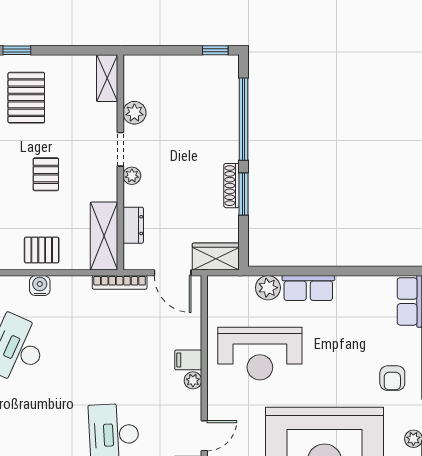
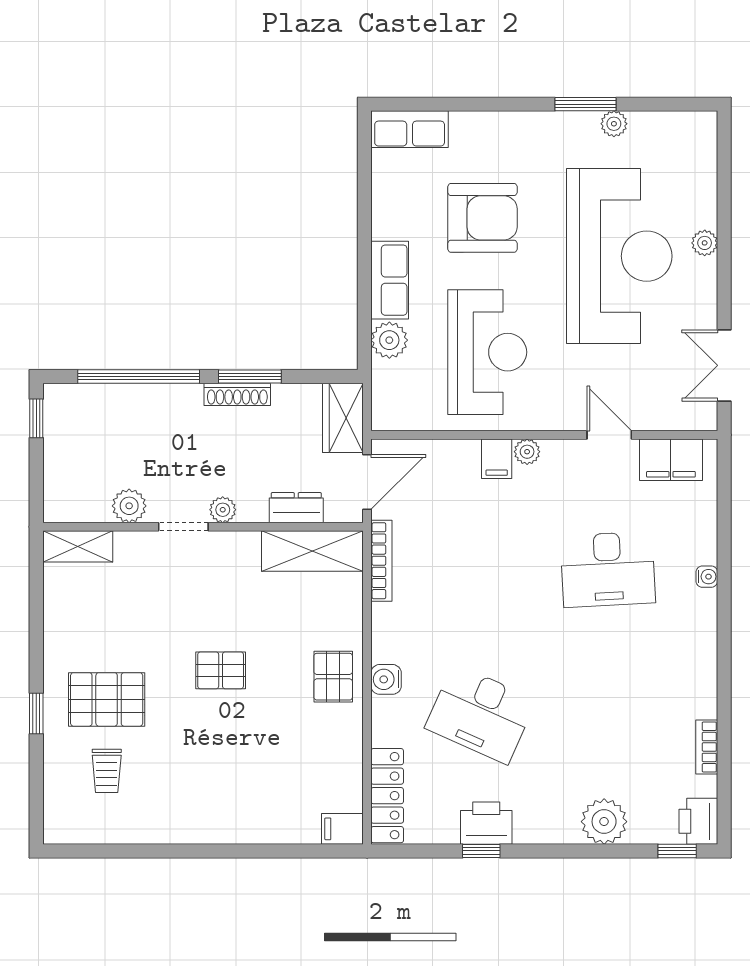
shelving: (107, 78) -> (78, 546), moved
plant: (134, 113) -> (129, 506), moved
doorway: (120, 149) -> (183, 527), moved
wall: (120, 162) -> (203, 527), moved
plant: (132, 176) -> (223, 510), moved
dresser: (133, 225) -> (296, 508), moved
shelving: (104, 236) -> (312, 551), moved
armchair: (392, 378) -> (482, 218), moved, width x1.88, depth x1.88

